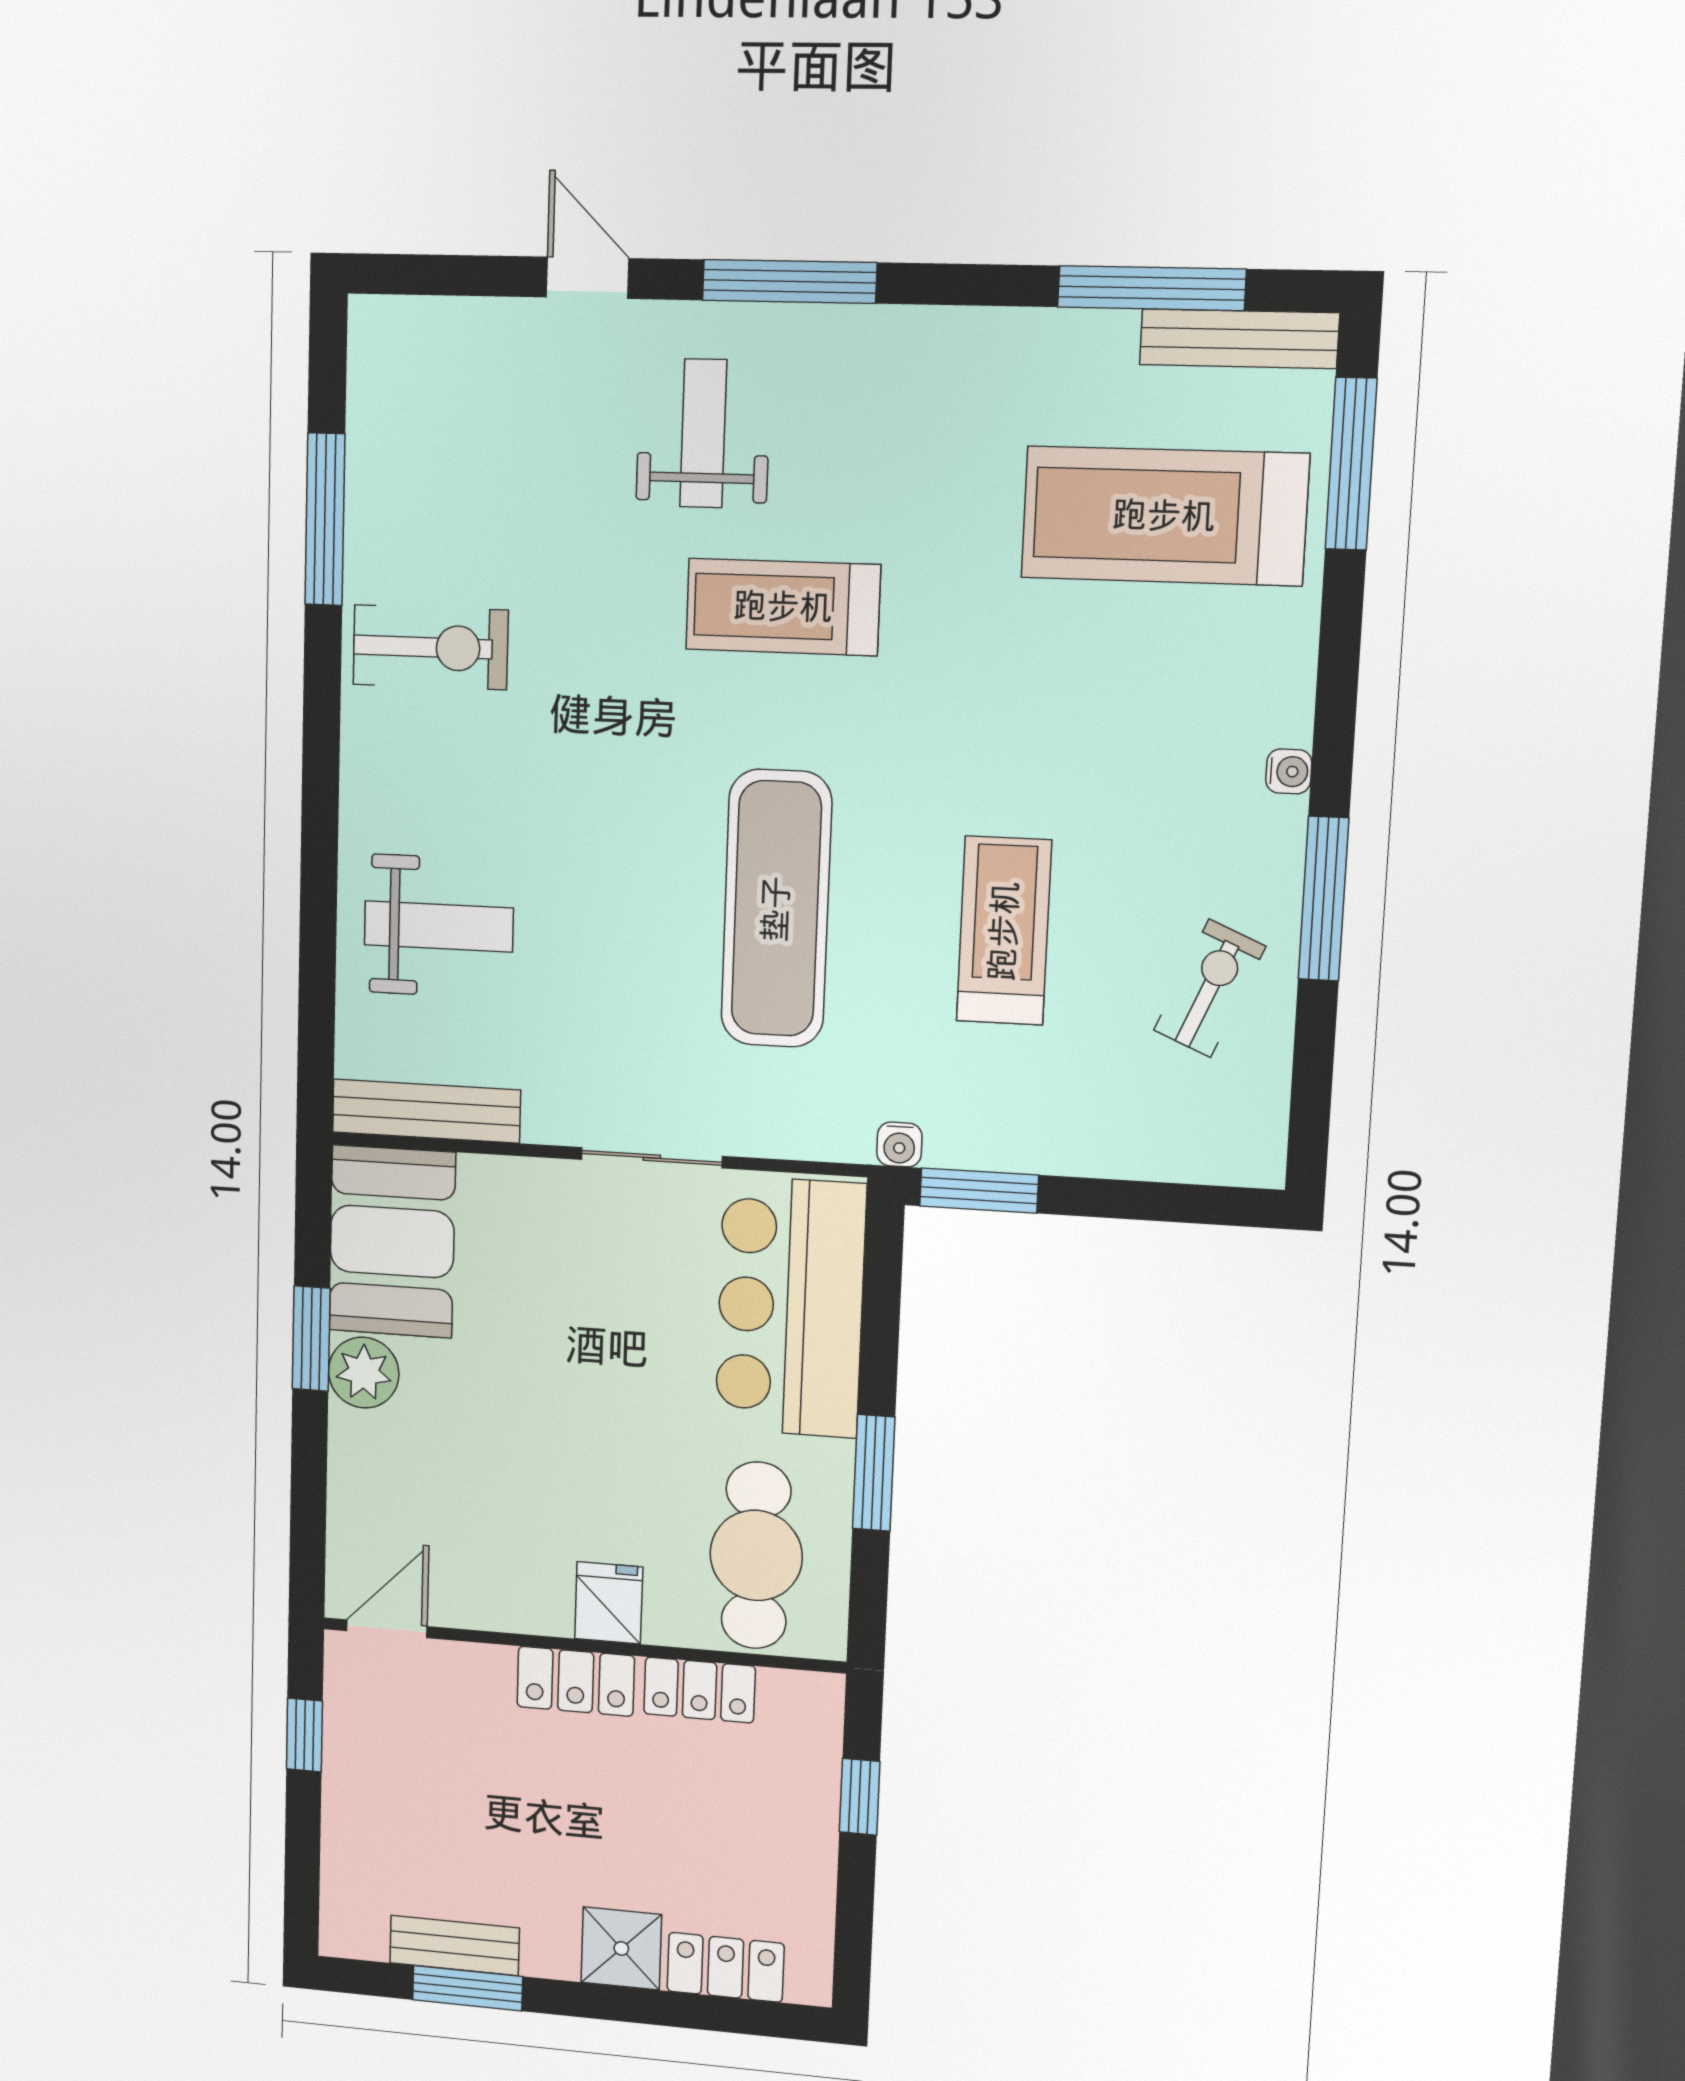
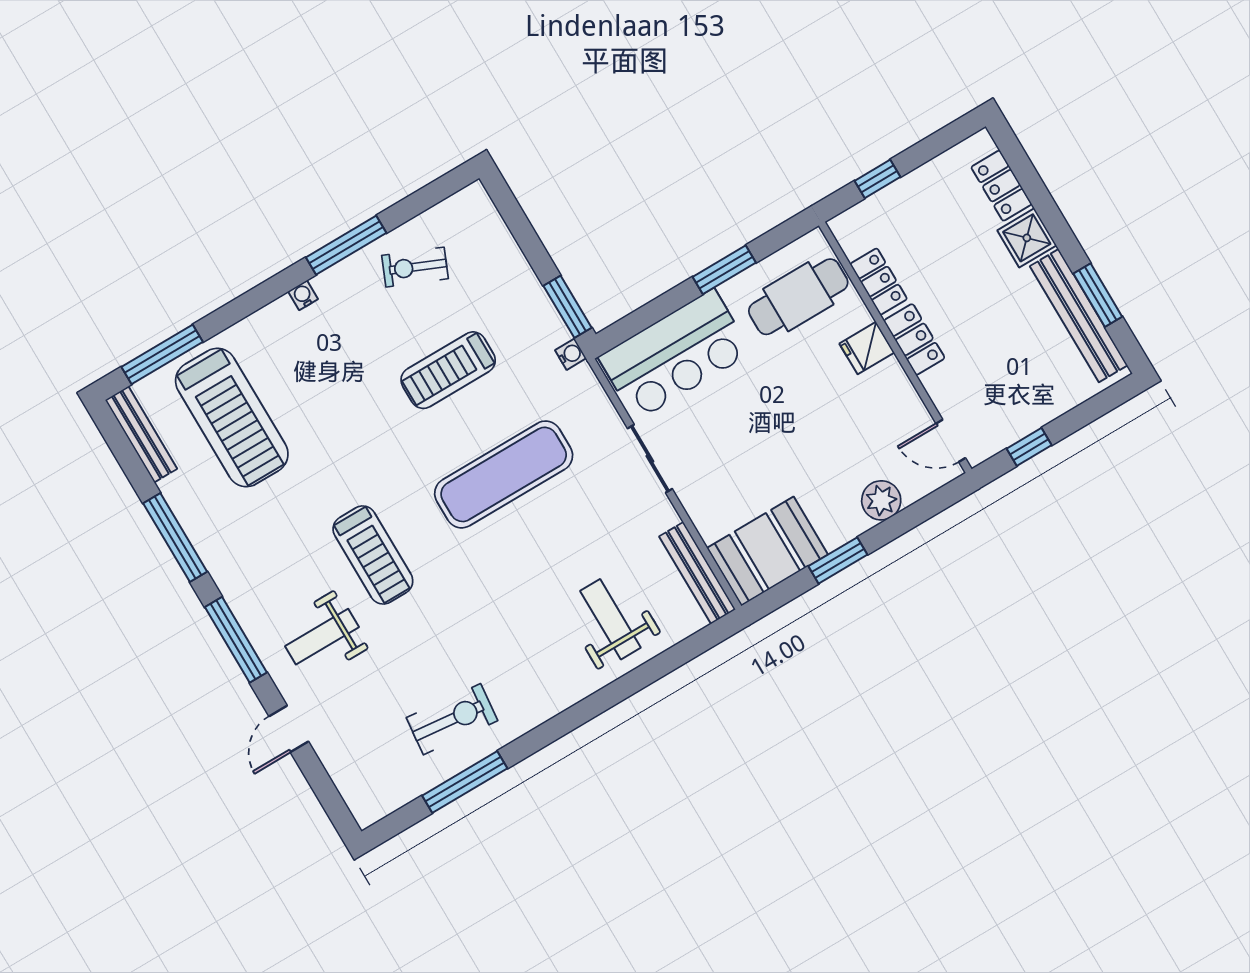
window: (1152, 288) -> (175, 537), moved
exercise bike: (430, 647) -> (452, 719), moved, turned 96
plant: (364, 1373) -> (881, 500), moved
bench: (454, 1945) -> (1079, 316), width x1.86, depth x1.21

